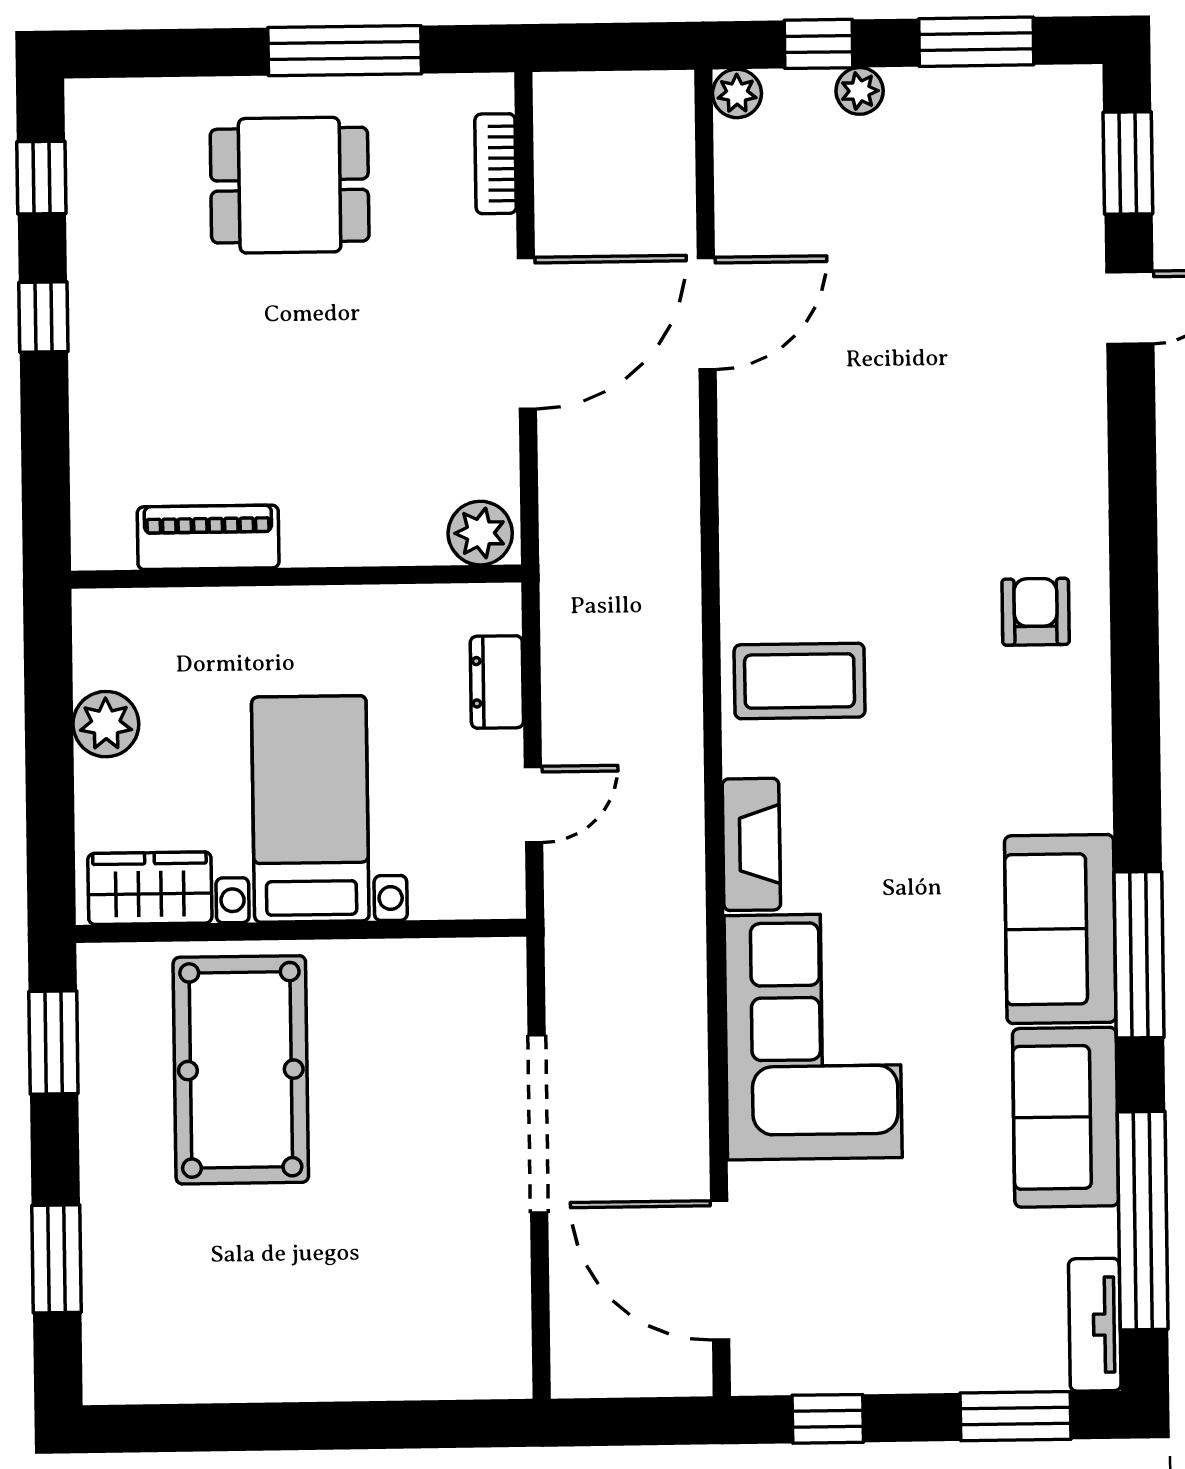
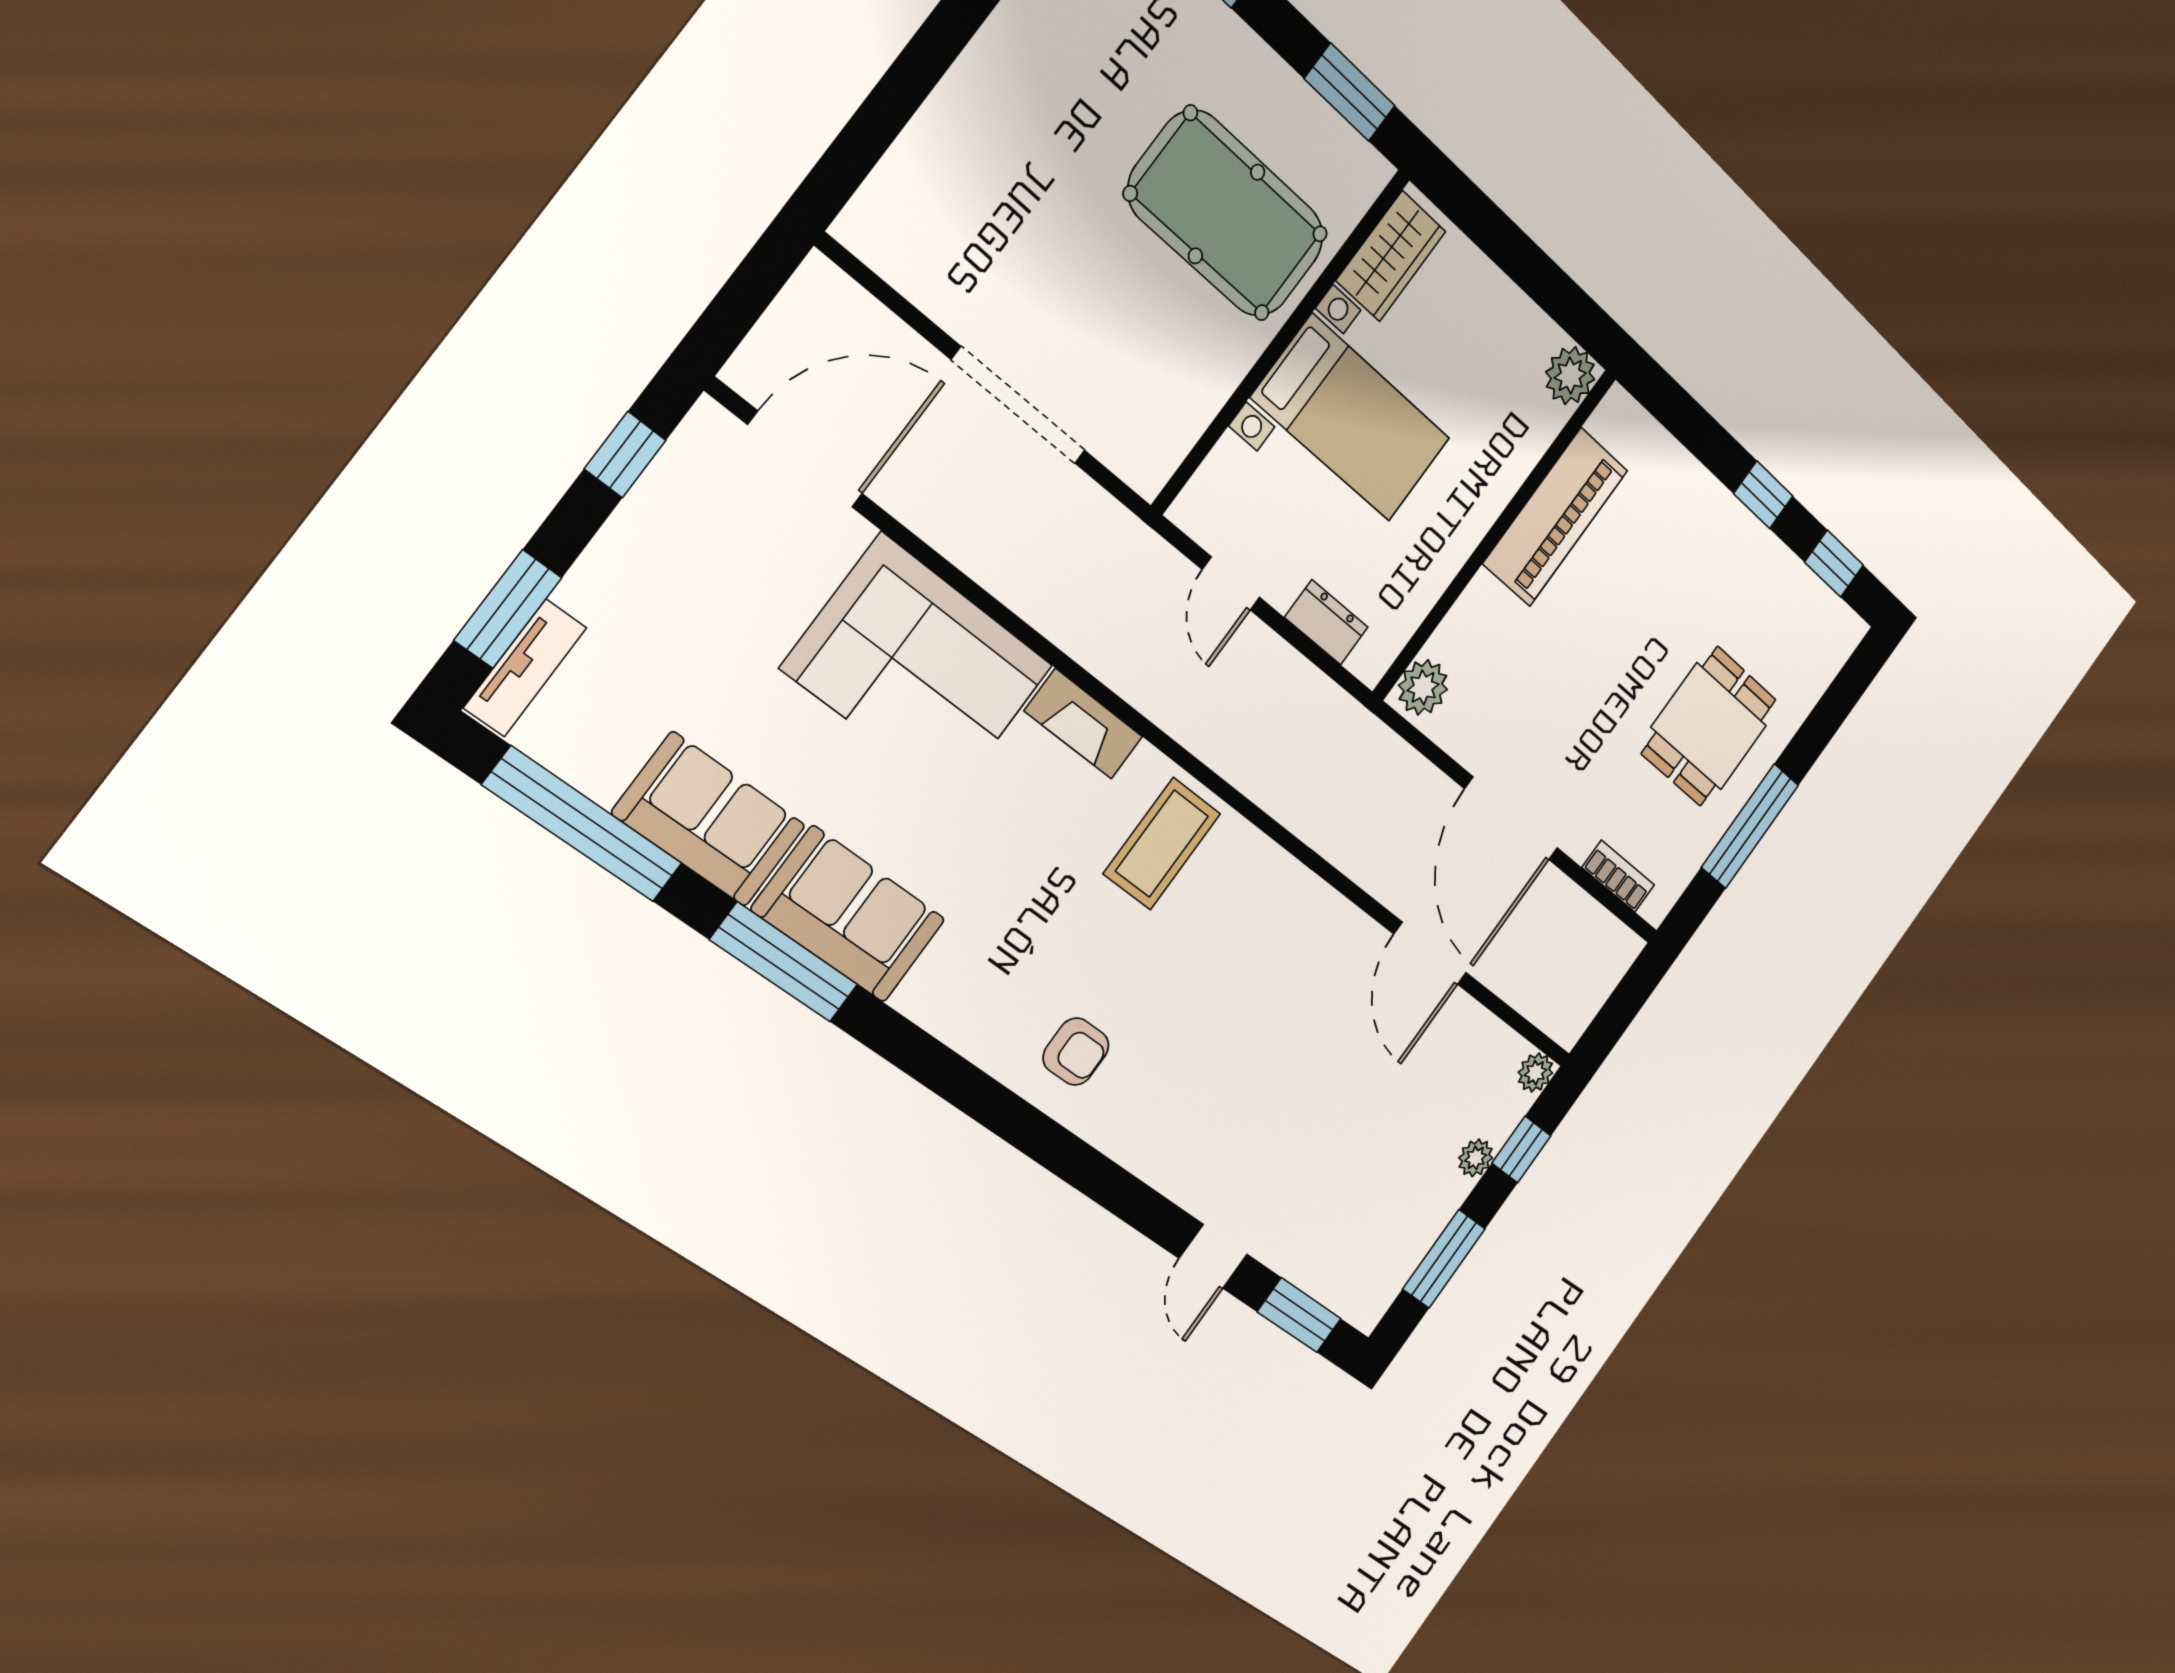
piano: (208, 537) -> (1555, 517), width x1.37, depth x1.33
plant: (106, 724) -> (1570, 376), moved
tv unit: (1095, 1325) -> (525, 668), moved, turned 90

